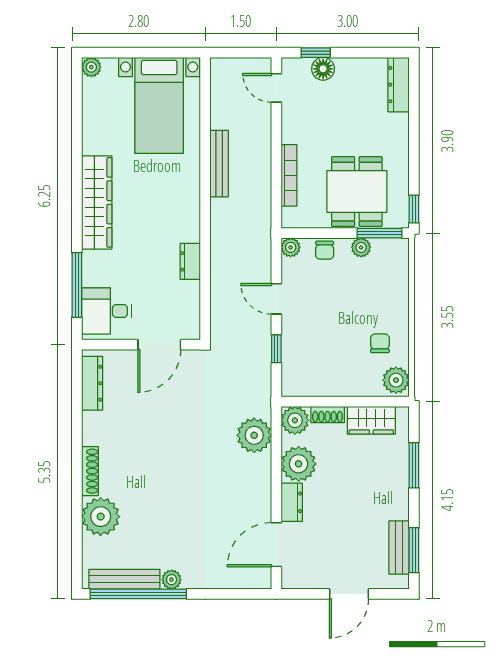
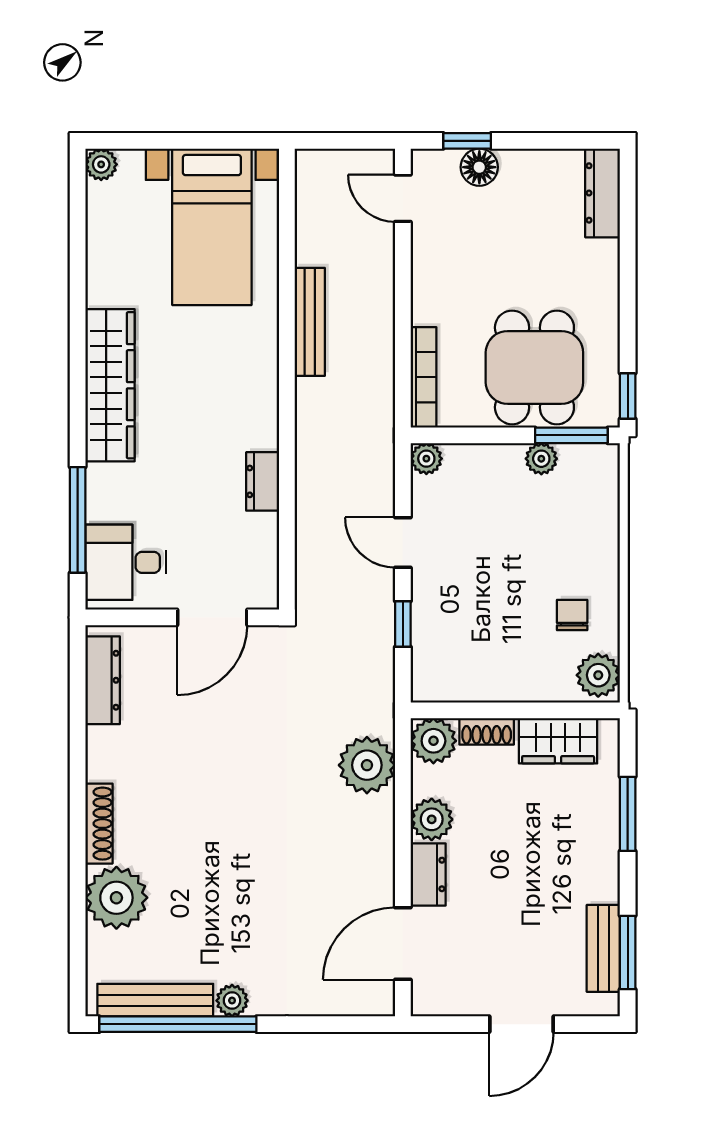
bookcase: (289, 175) -> (424, 377), moved
chair: (325, 250) -> (482, 463), removed
plant: (299, 464) -> (432, 819), width x0.73, depth x0.73

